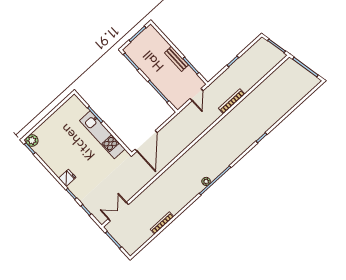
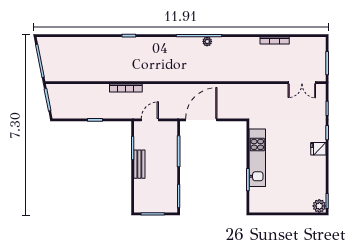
door: (146, 141) -> (201, 120), moved

